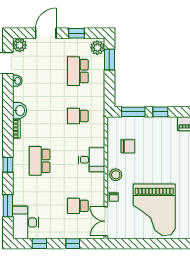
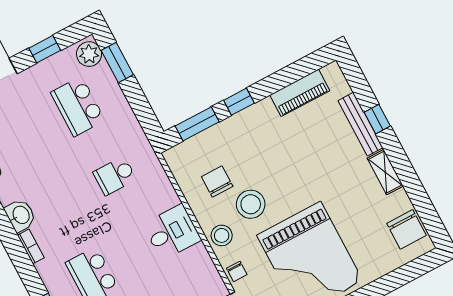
chair: (128, 146) -> (217, 182), turned -90
stool: (139, 167) -> (251, 204), added

